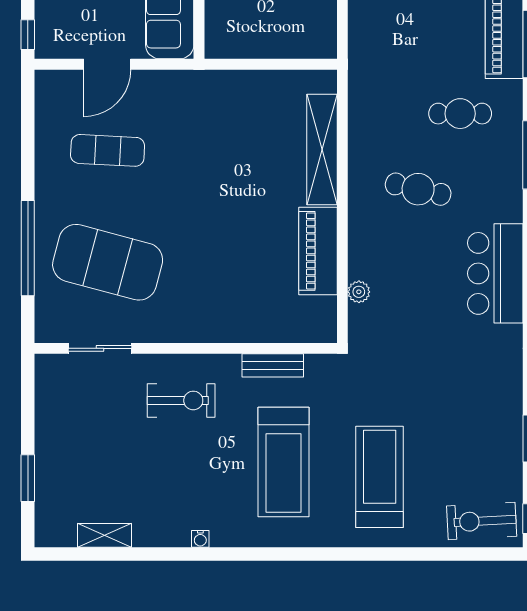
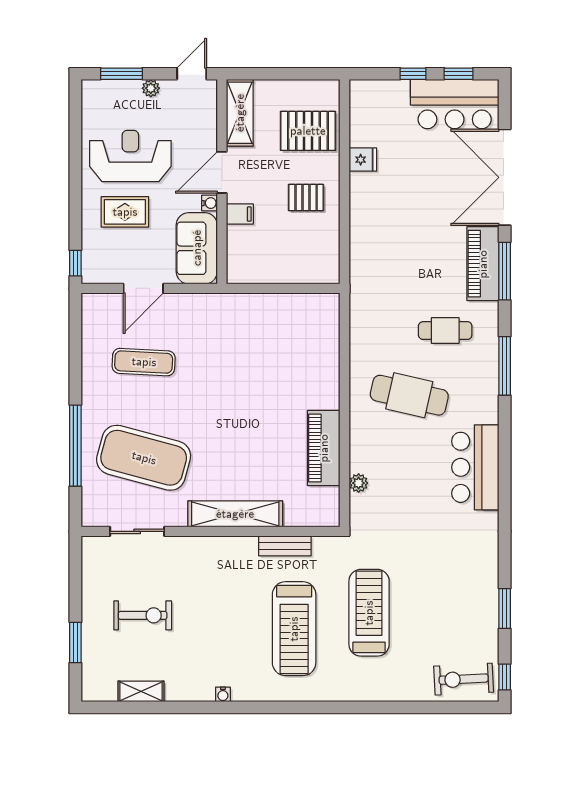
shelving: (322, 149) -> (235, 514), moved, turned 90
cafe table: (418, 189) -> (409, 395), width x1.37, depth x1.35
exercise bike: (181, 400) -> (143, 615), moved
treadmill: (380, 477) -> (369, 613), moved

